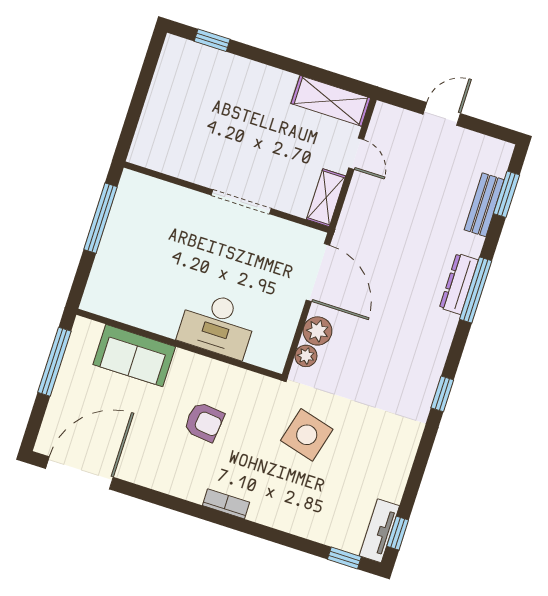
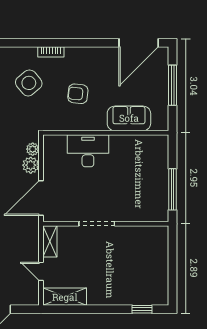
door: (318, 273) -> (41, 198), hinge flipped
window: (54, 362) -> (173, 85), moved
side table: (307, 435) -> (29, 83), moved, turned 35

